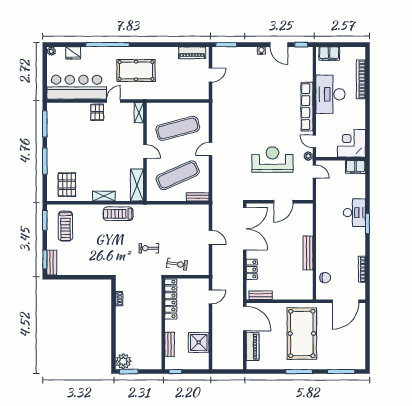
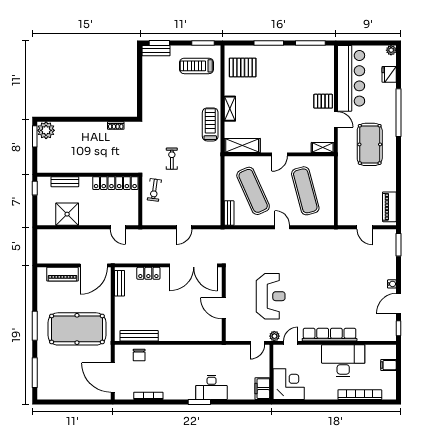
filing cabinet: (329, 54) -> (388, 365), width x0.50
bench: (308, 253) -> (139, 336), moved

